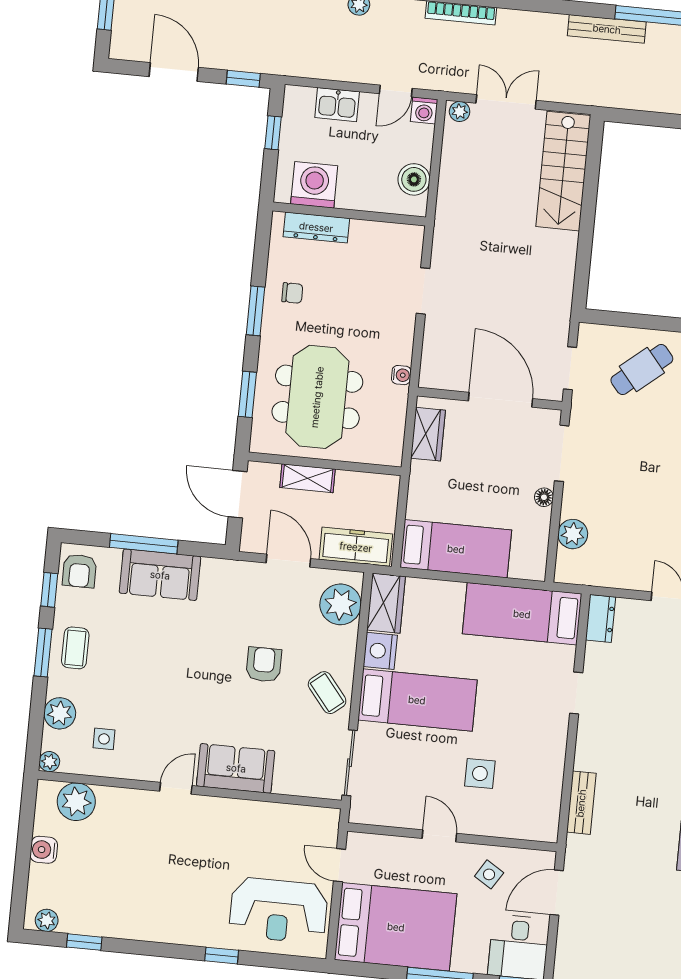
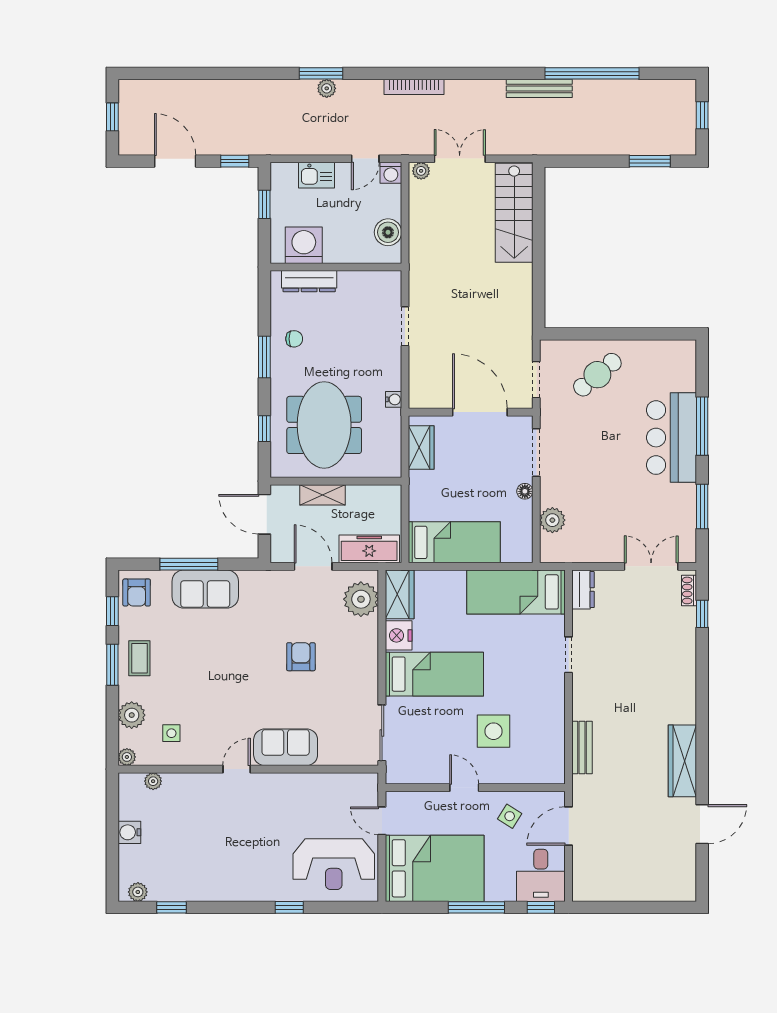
window: (247, 394) -> (264, 429), width x0.67
coffee table: (327, 693) -> (357, 675), removed
side table: (480, 773) -> (494, 731), width x1.37, depth x1.37
plant: (76, 802) -> (153, 781), width x0.53, depth x0.53

